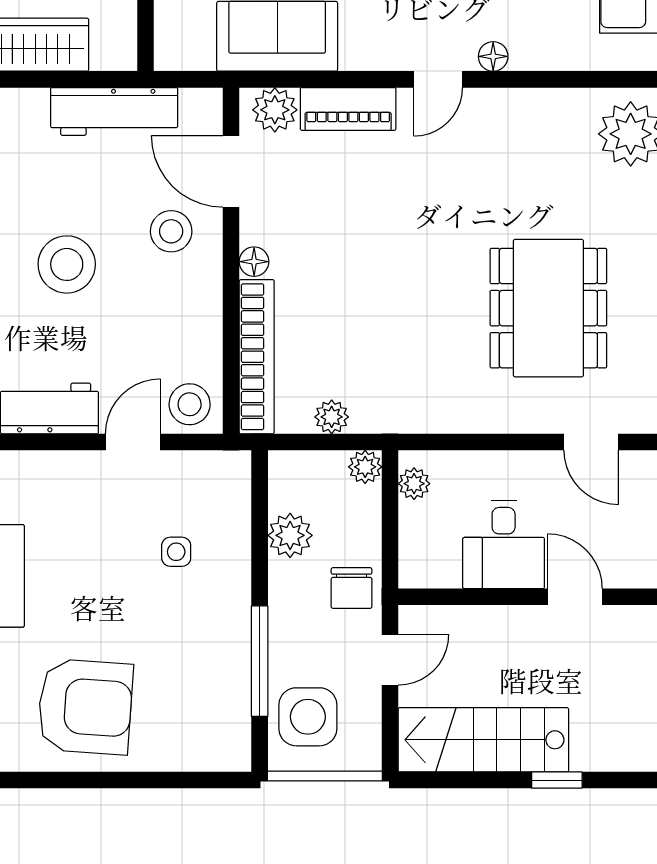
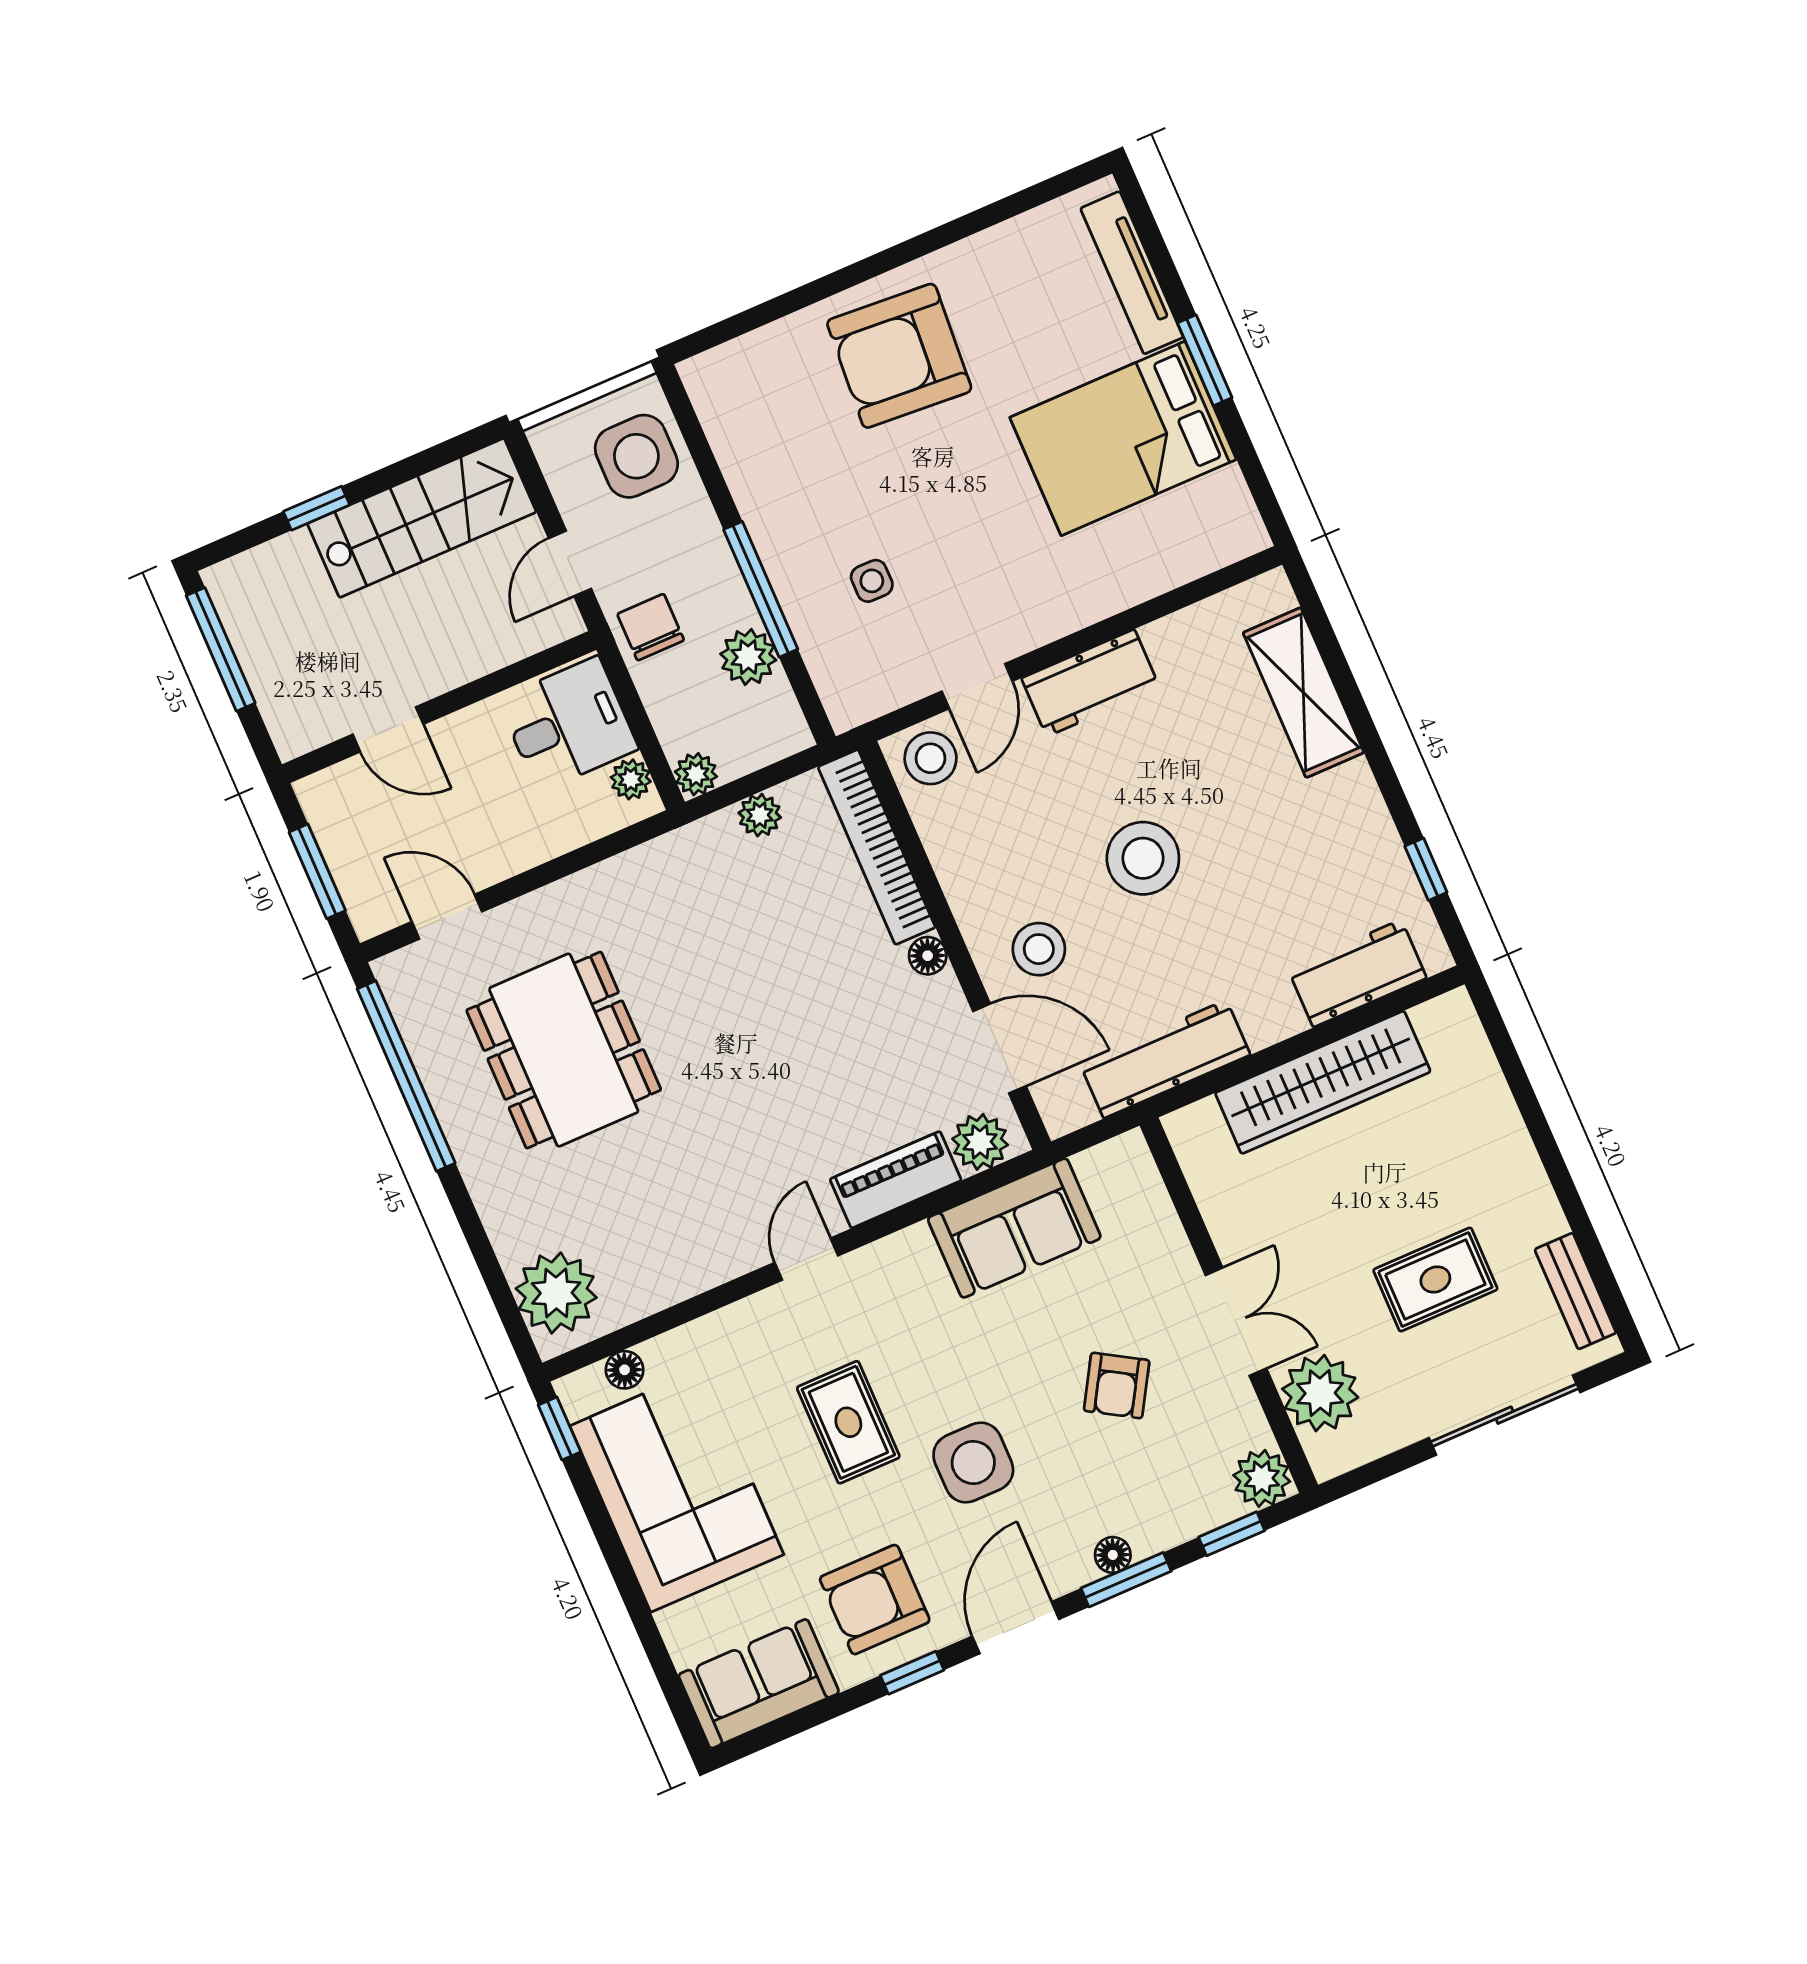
floor lamp: (493, 56) -> (625, 1370), moved
desk: (504, 545) -> (568, 724), moved, turned 90
window: (260, 661) -> (761, 589), moved

